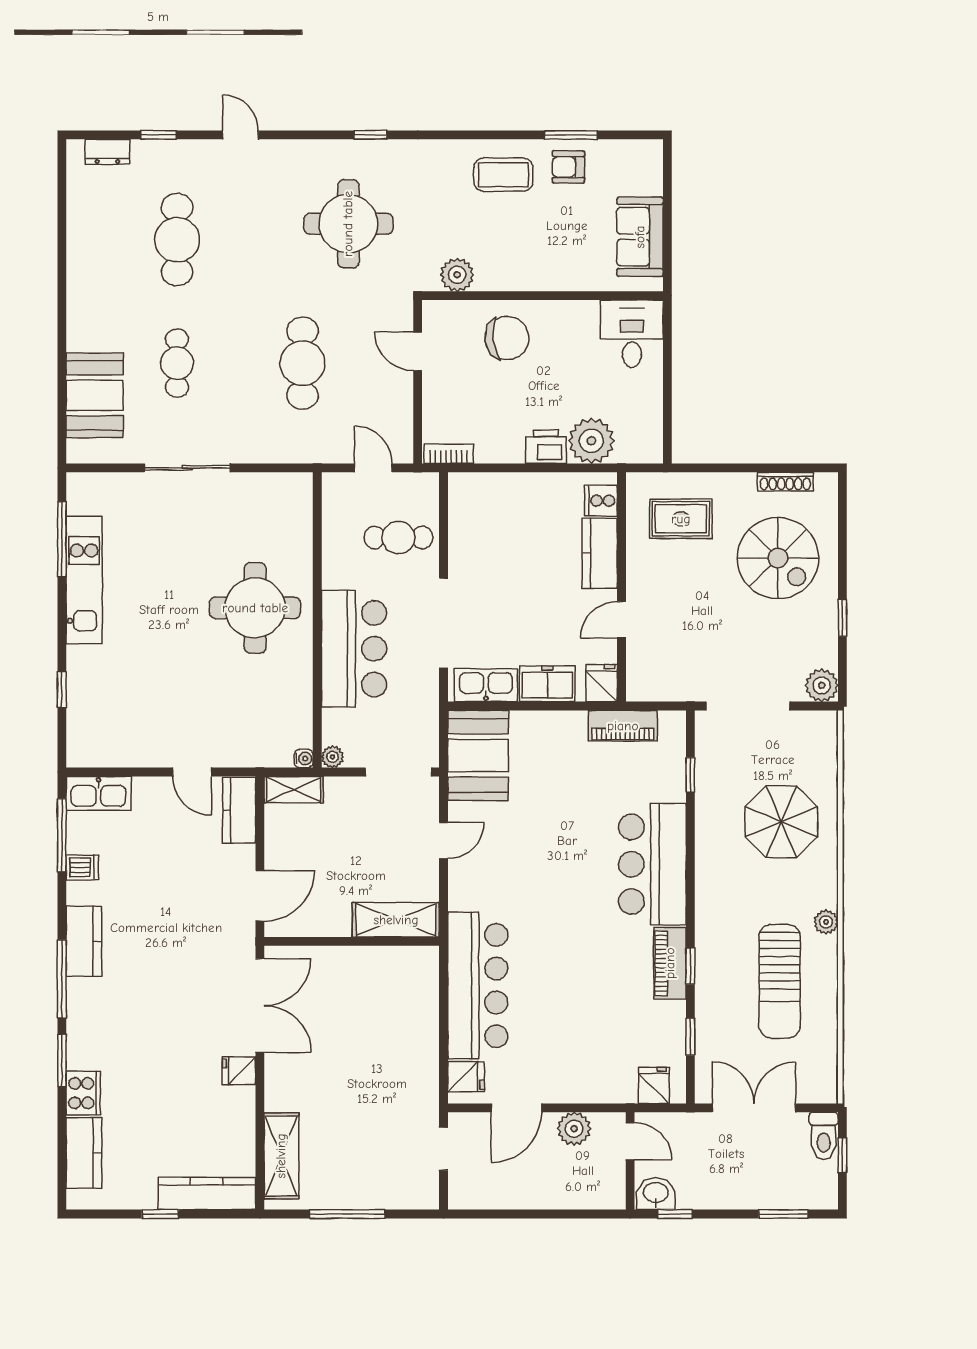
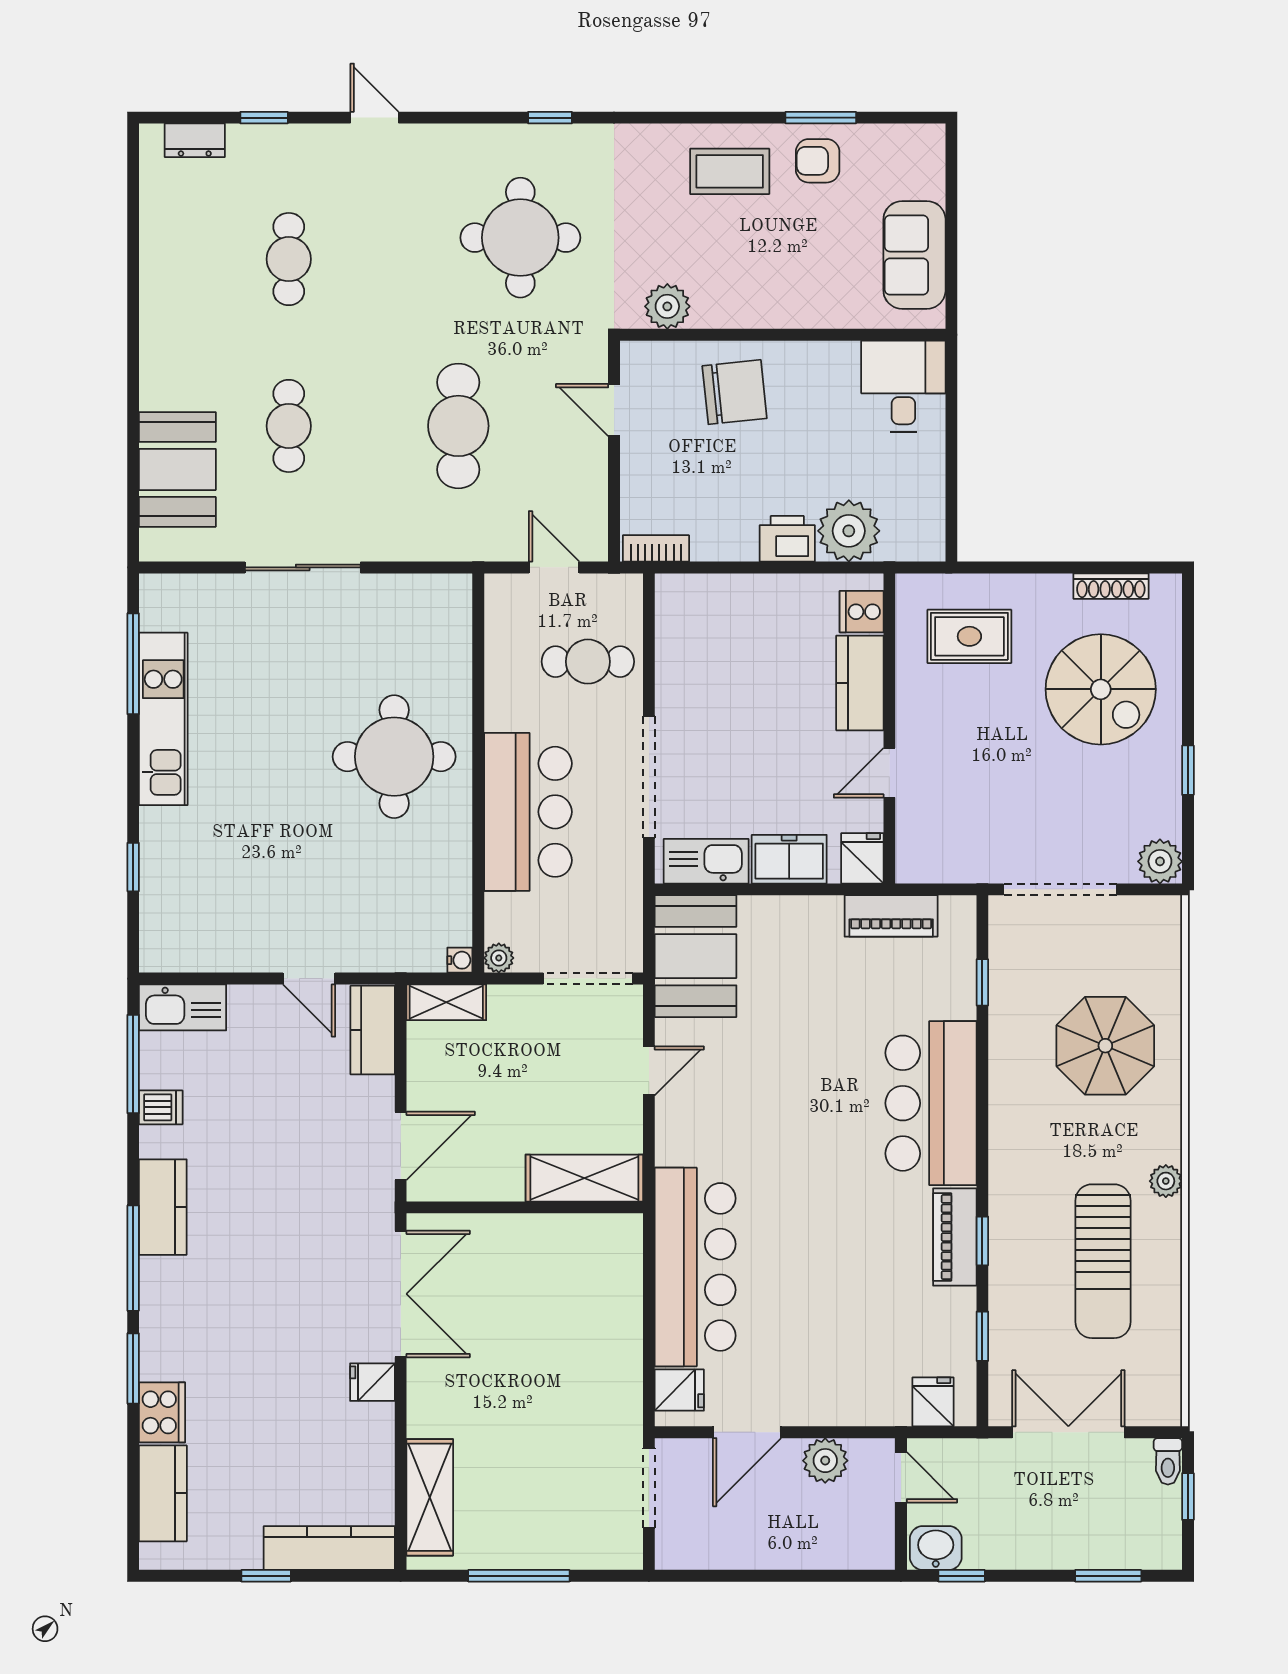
cafe table: (177, 240) -> (289, 259), width x0.73, depth x0.74
toilet: (824, 1136) -> (1168, 1461), width x0.73, depth x0.72
doorway: (444, 1149) -> (649, 1488), width x1.38

